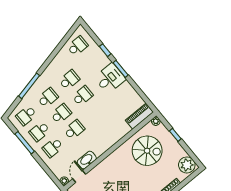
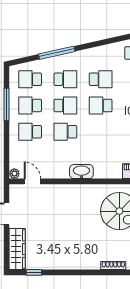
school desk: (83, 96) -> (101, 106), turned 180
school desk: (74, 130) -> (65, 132), turned 180
washbasin: (87, 160) -> (81, 172), moved
door: (79, 176) -> (32, 181), hinge flipped

